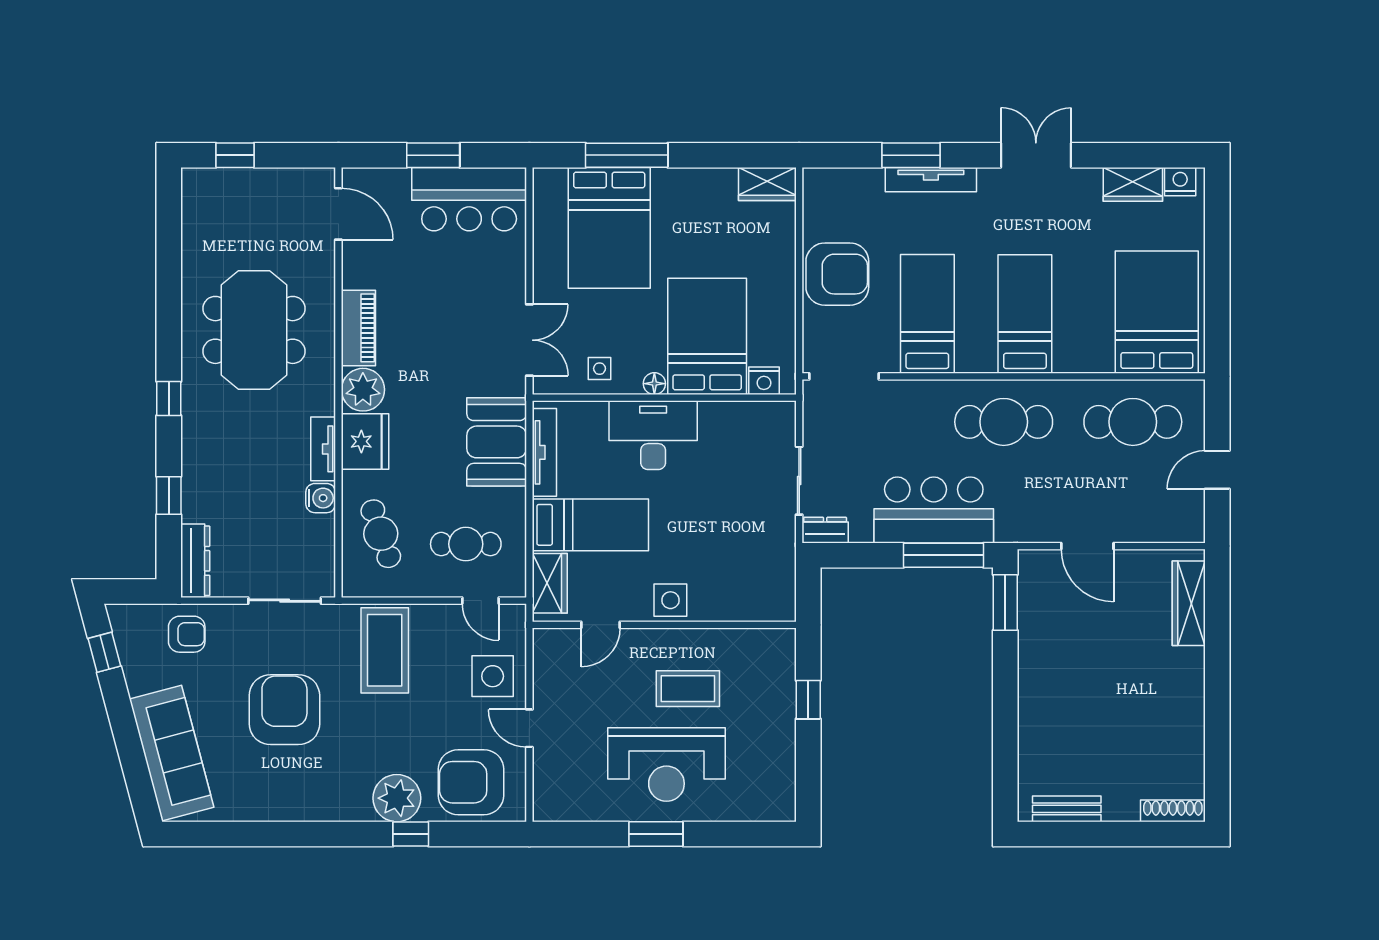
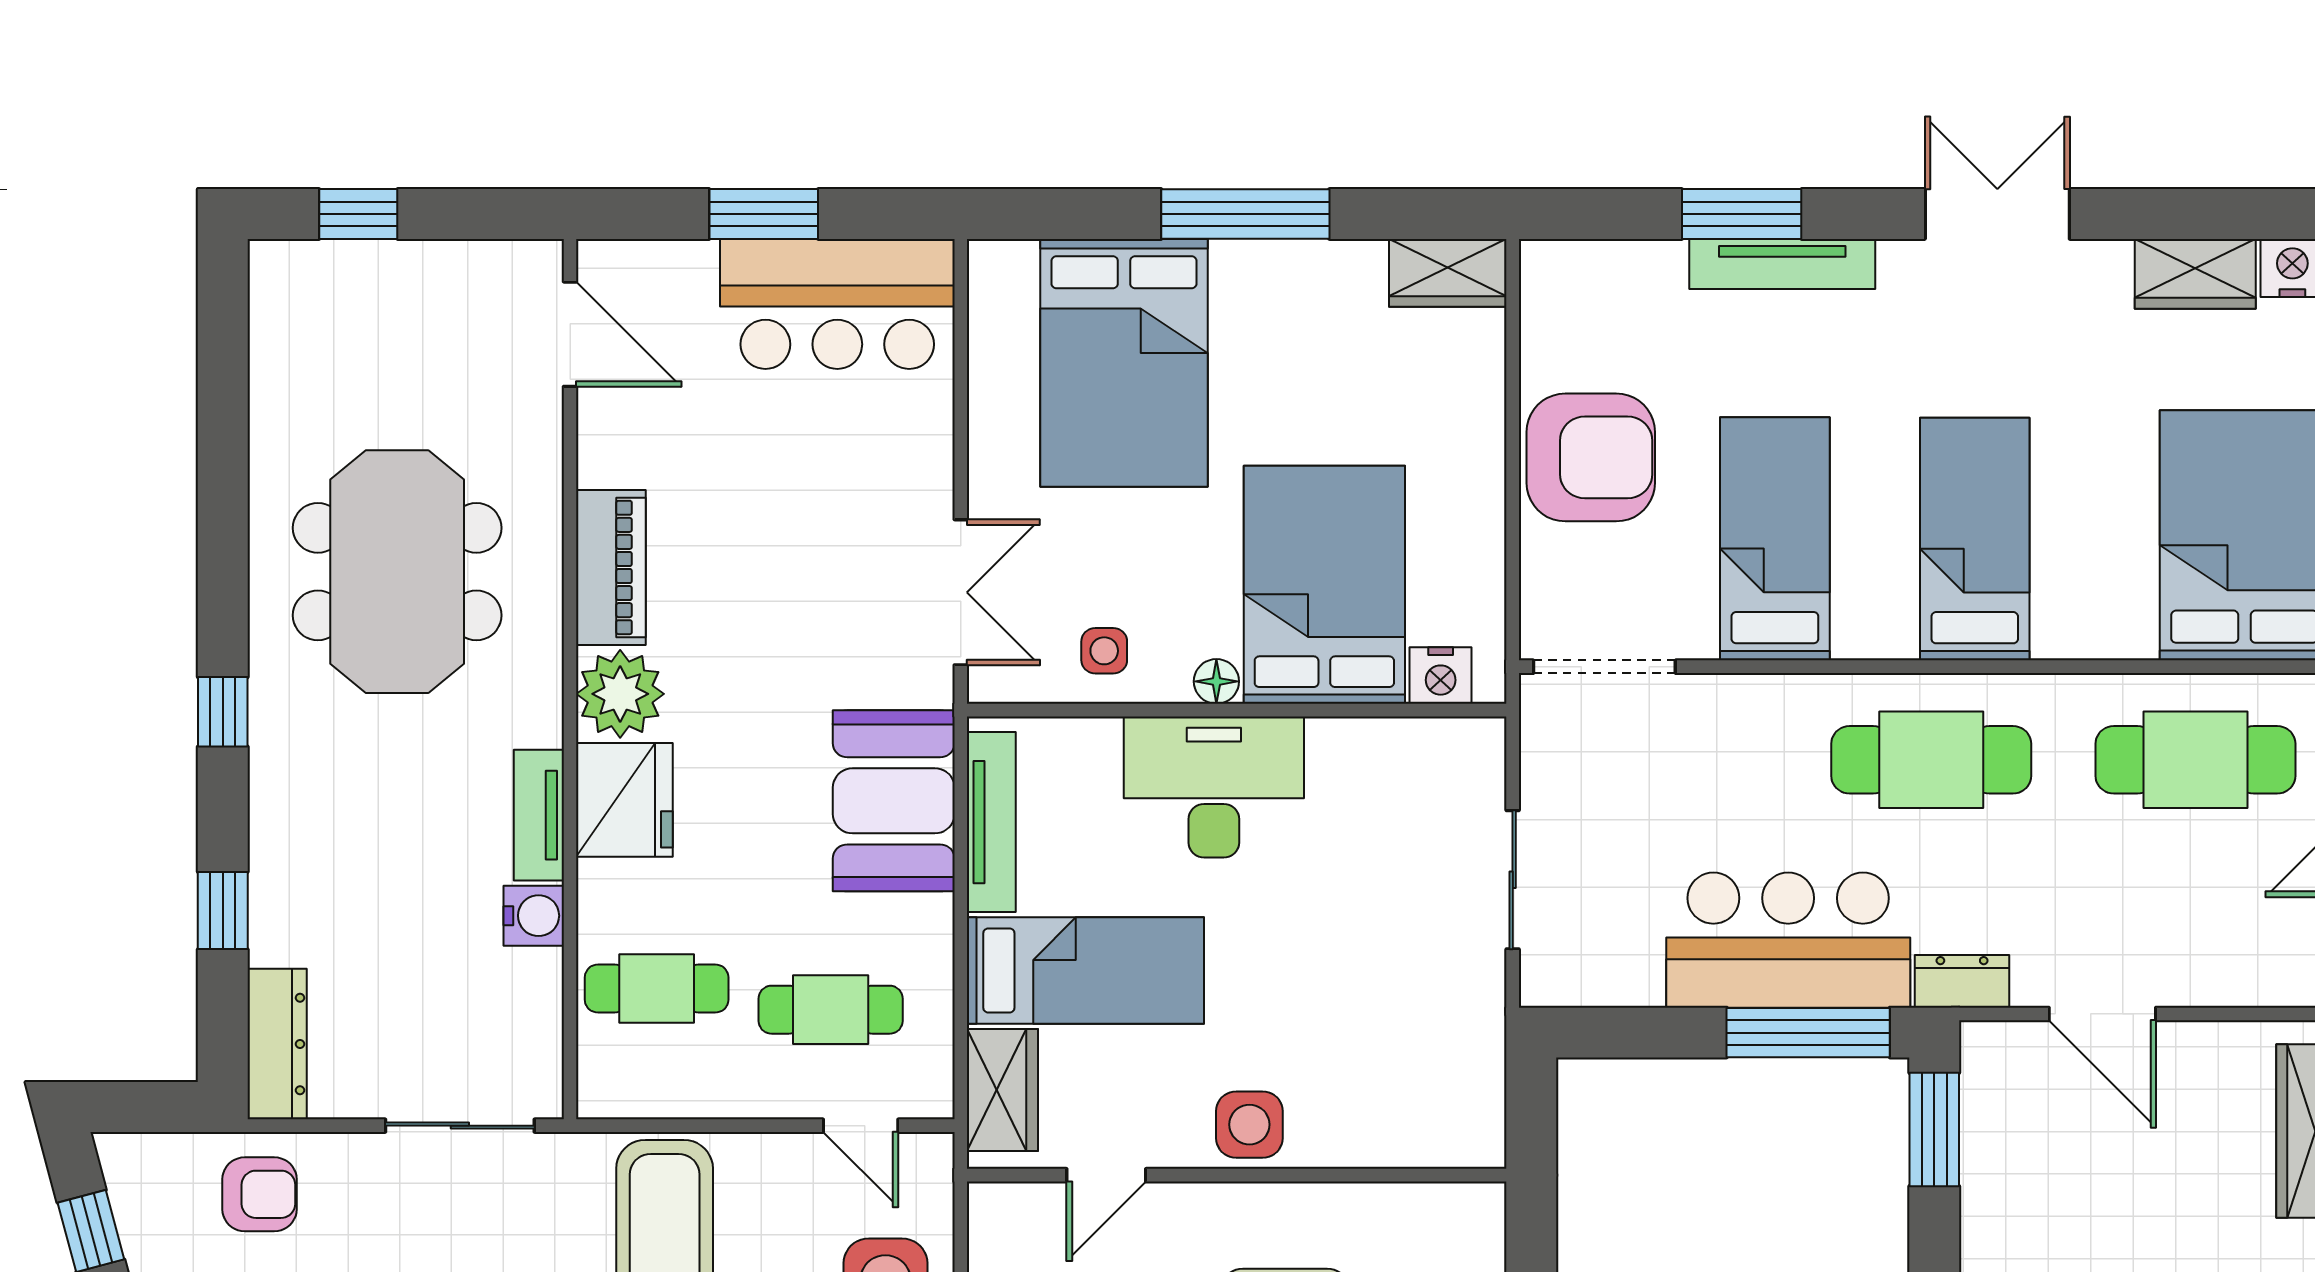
window: (627, 155) -> (1245, 214), moved
dresser: (825, 530) -> (1962, 981), moved
cafe table: (381, 534) -> (657, 989), turned -71

